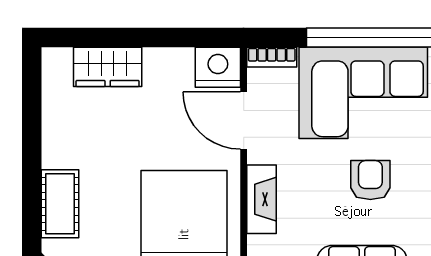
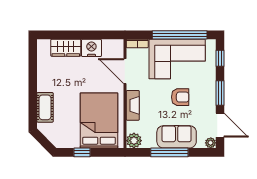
nightstand: (218, 67) -> (91, 48), moved
armchair: (370, 180) -> (180, 97), turned 90

